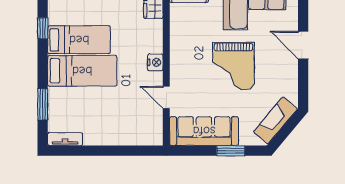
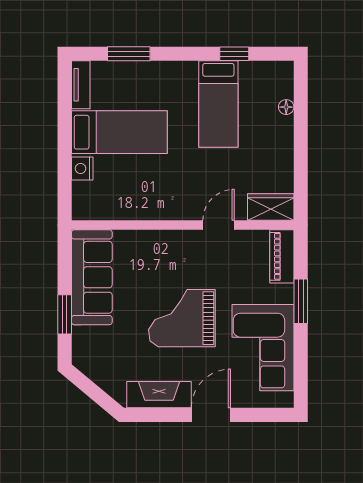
nightstand: (155, 62) -> (82, 168), moved, turned 90
bed: (82, 71) -> (119, 132), moved, turned -90
door: (166, 97) -> (219, 225), moved
fireplace: (275, 120) -> (159, 395), moved, turned -40

